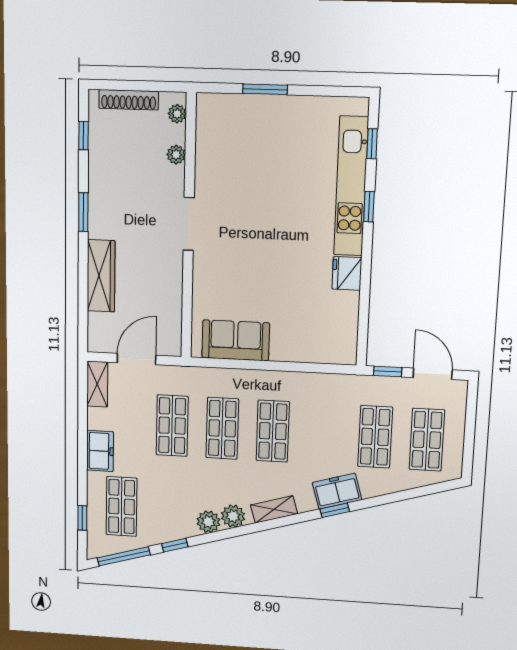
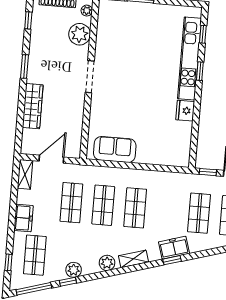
plant: (176, 155) -> (80, 34), width x1.88, depth x1.88
plant: (208, 522) -> (74, 270), moved

